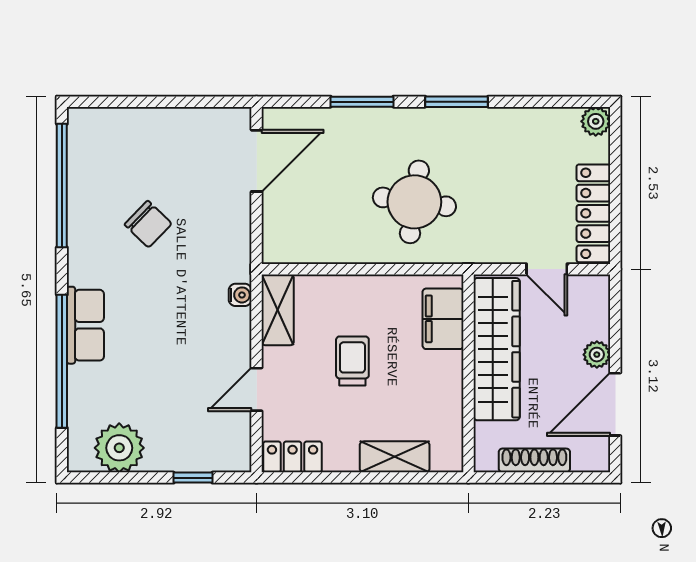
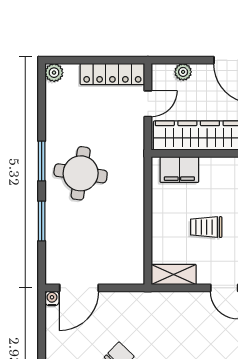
door: (257, 161) -> (79, 288), swing flipped
round table: (414, 202) -> (81, 173), moved
water cooler: (240, 295) -> (52, 298), moved
plant: (597, 355) -> (183, 72), moved

